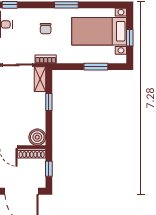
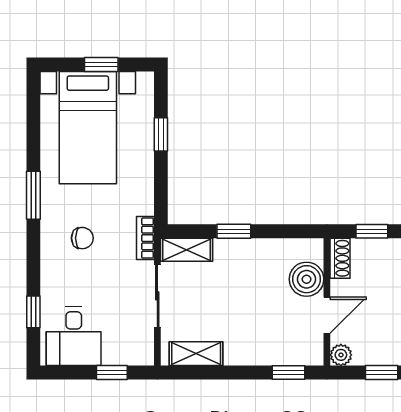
window: (96, 67) -> (161, 134), width x0.67
boiler: (37, 137) -> (307, 279), moved
shoe rack: (32, 153) -> (340, 258), width x0.70

